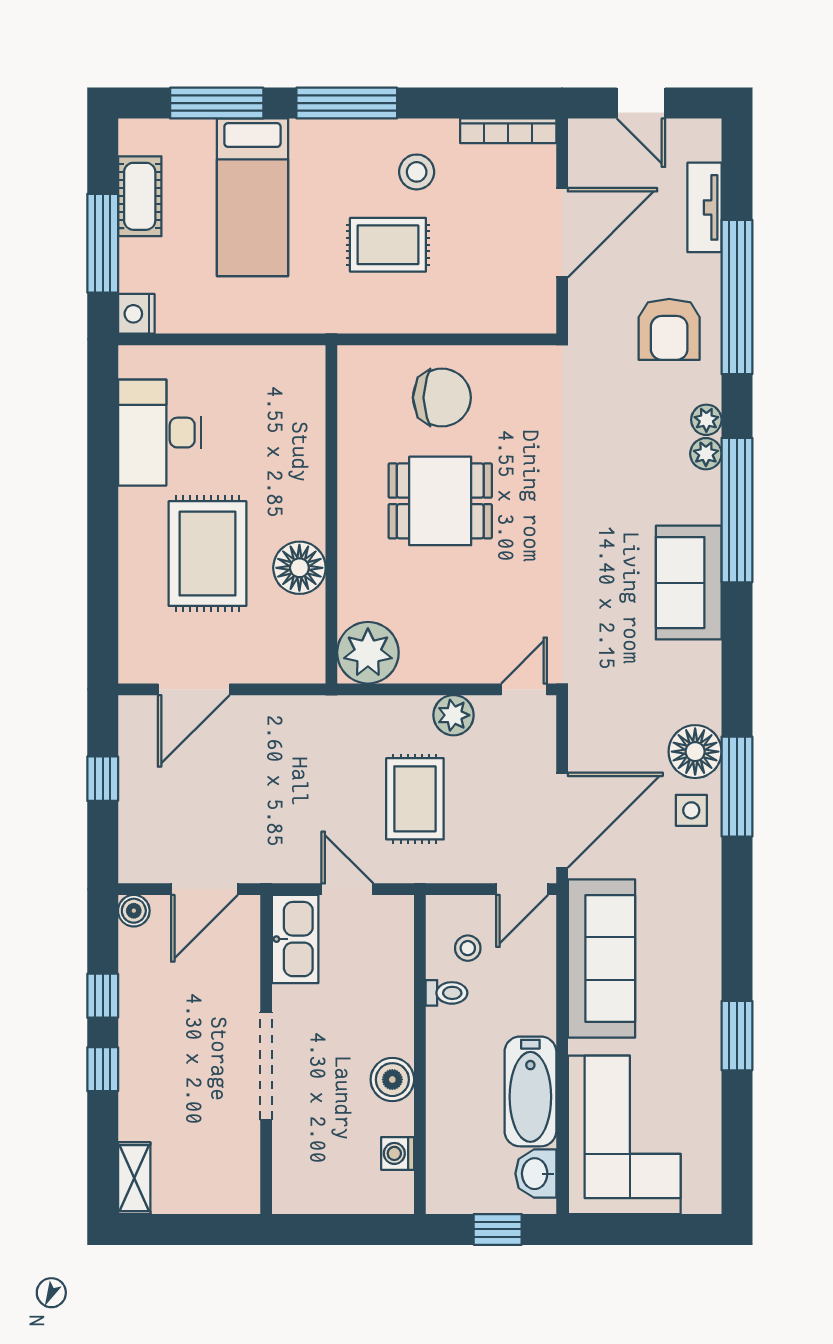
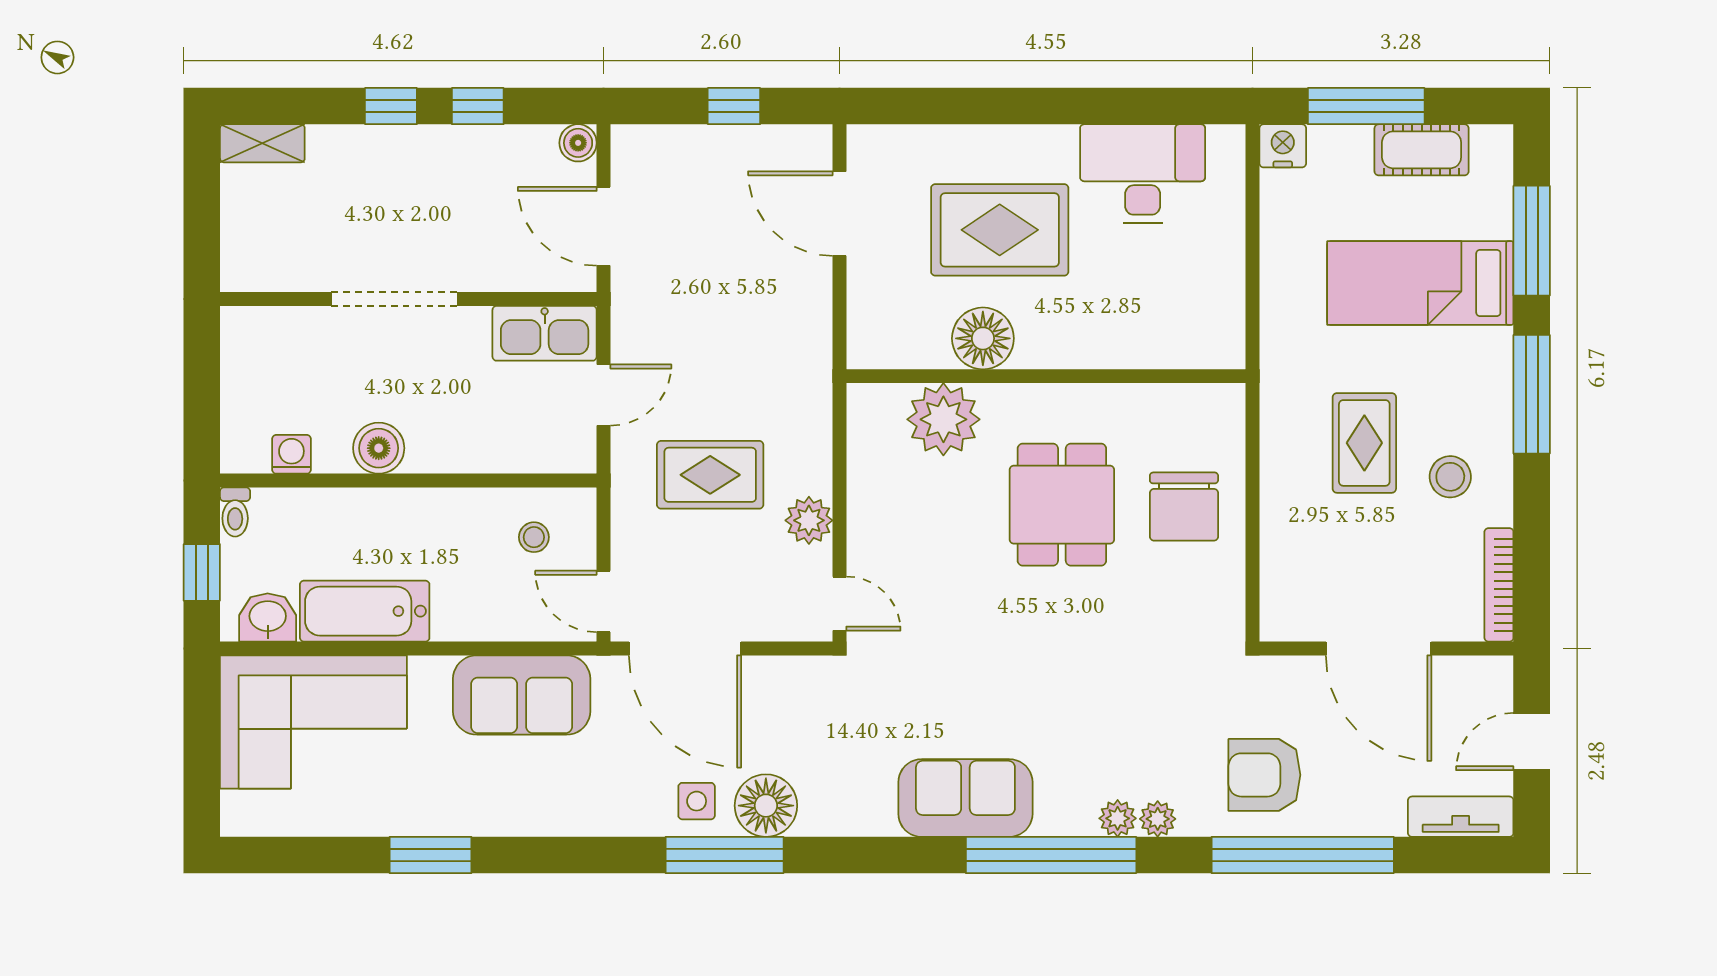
tv unit: (704, 207) -> (1461, 817), moved
plant: (368, 653) -> (943, 419), moved
sofa: (601, 958) -> (522, 695), width x0.73
toilet: (446, 993) -> (235, 512), moved

